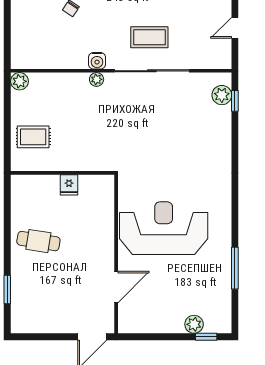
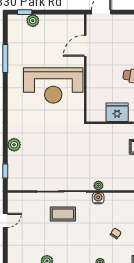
plant: (222, 95) -> (14, 145), moved
fridge: (69, 185) -> (117, 112), width x1.88, depth x1.34

